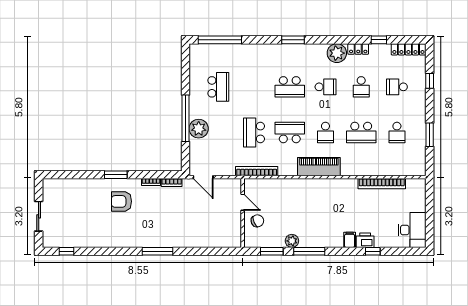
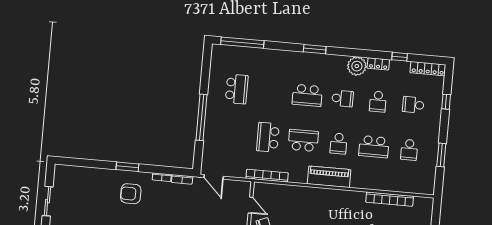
plant: (199, 129) -> (214, 129), removed

